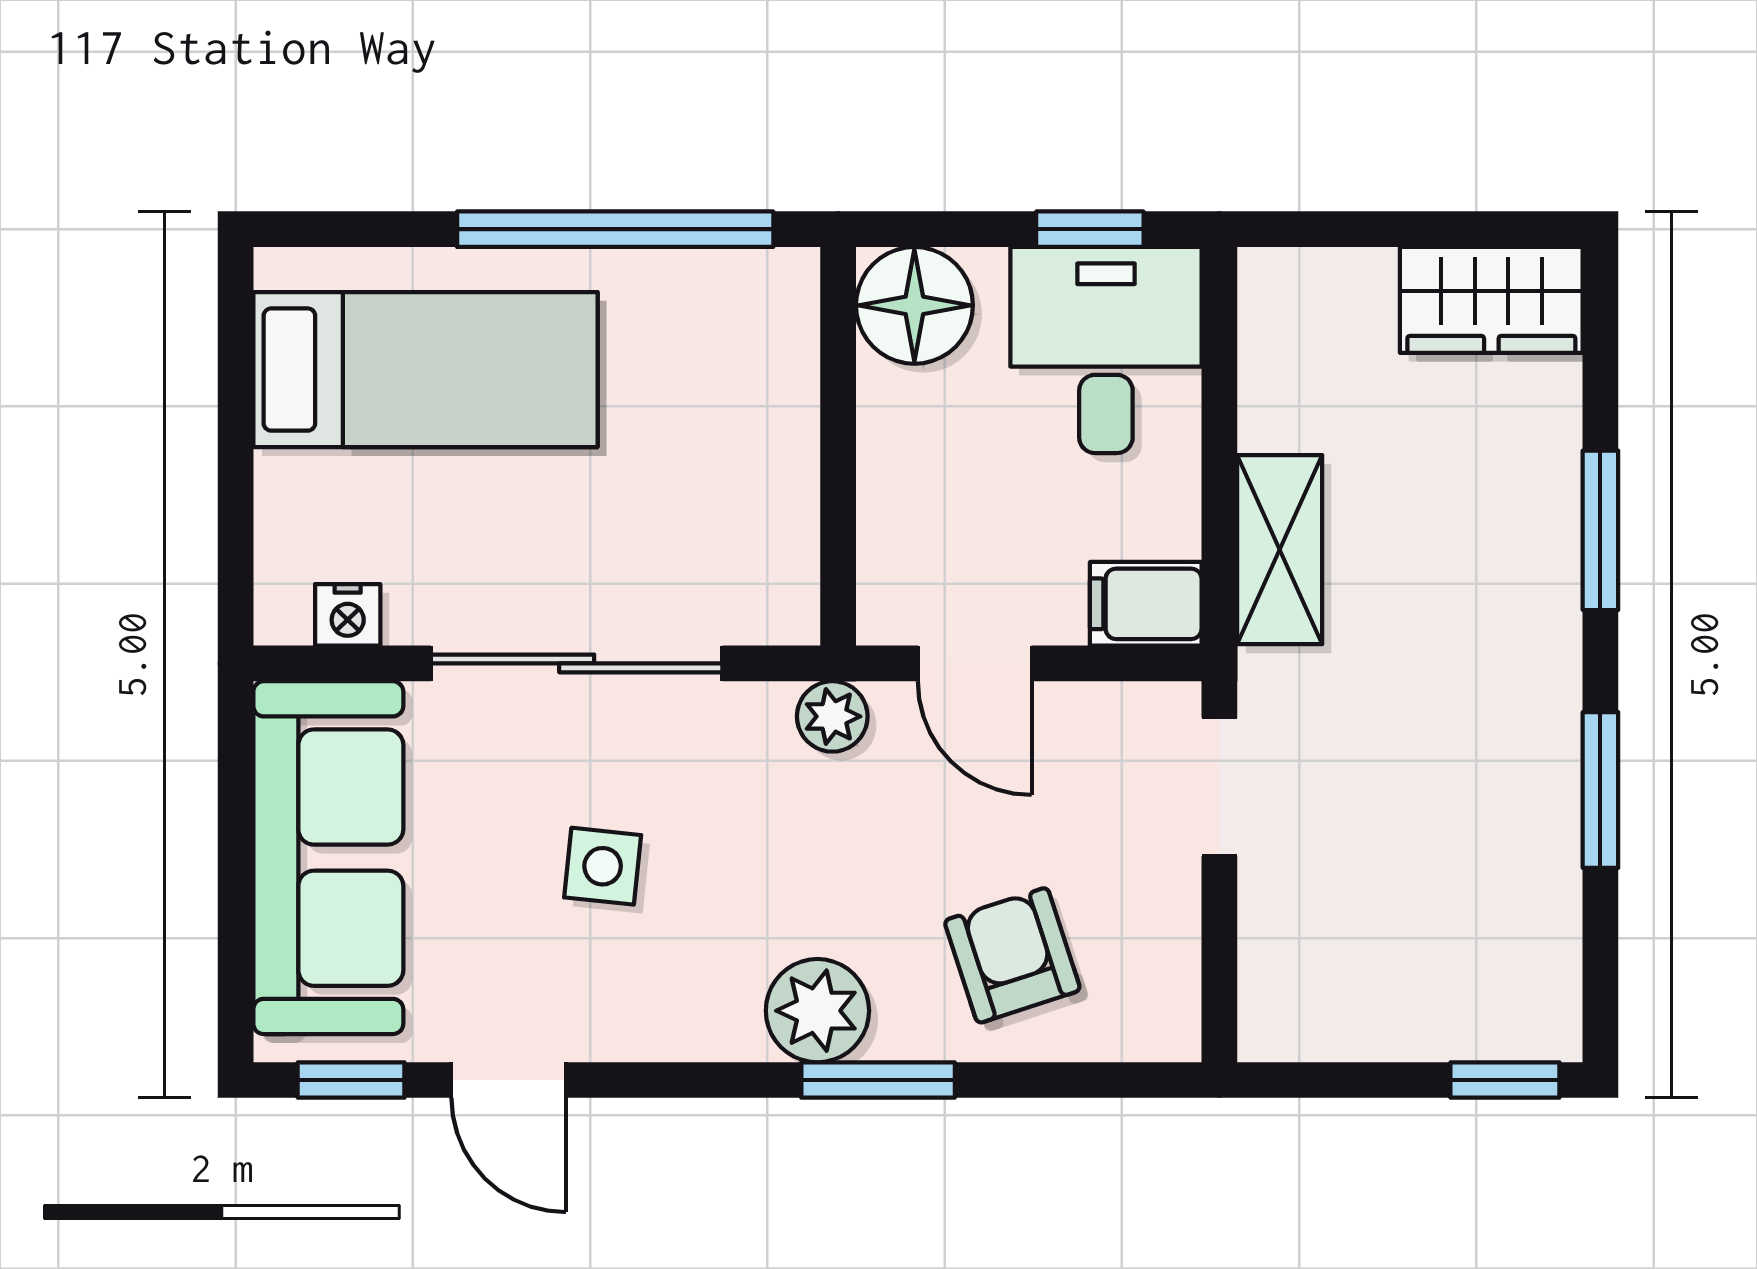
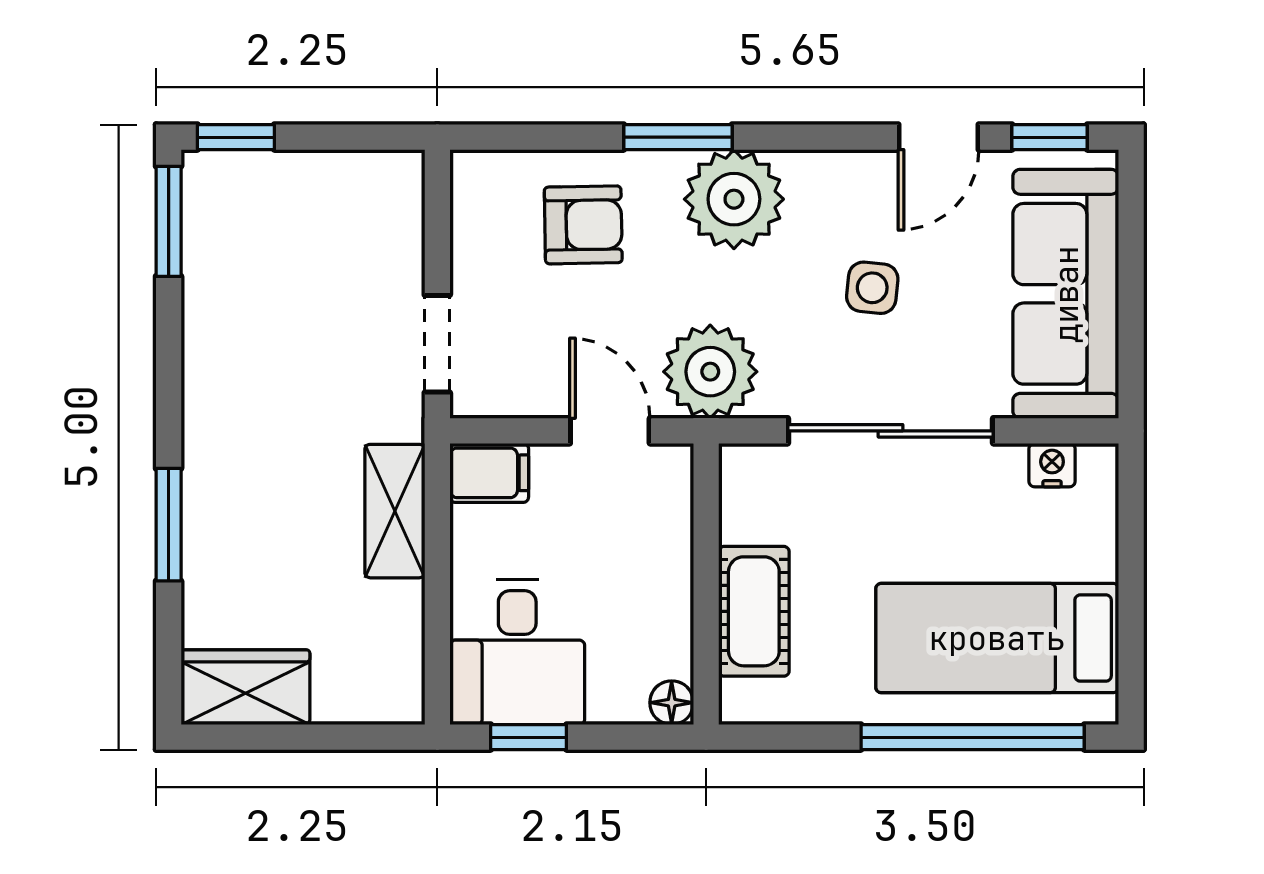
window: (615, 229) -> (973, 737), moved
floor lamp: (914, 305) -> (672, 703), width x0.53, depth x0.53
cot: (770, 407) -> (754, 611), added
plant: (832, 716) -> (710, 372), width x1.88, depth x1.88
window: (1600, 790) -> (169, 221), moved
armchair: (1012, 955) -> (583, 225), turned -73
plant: (817, 1011) -> (734, 199), width x1.36, depth x1.36
door: (509, 1080) -> (938, 137), swing flipped

